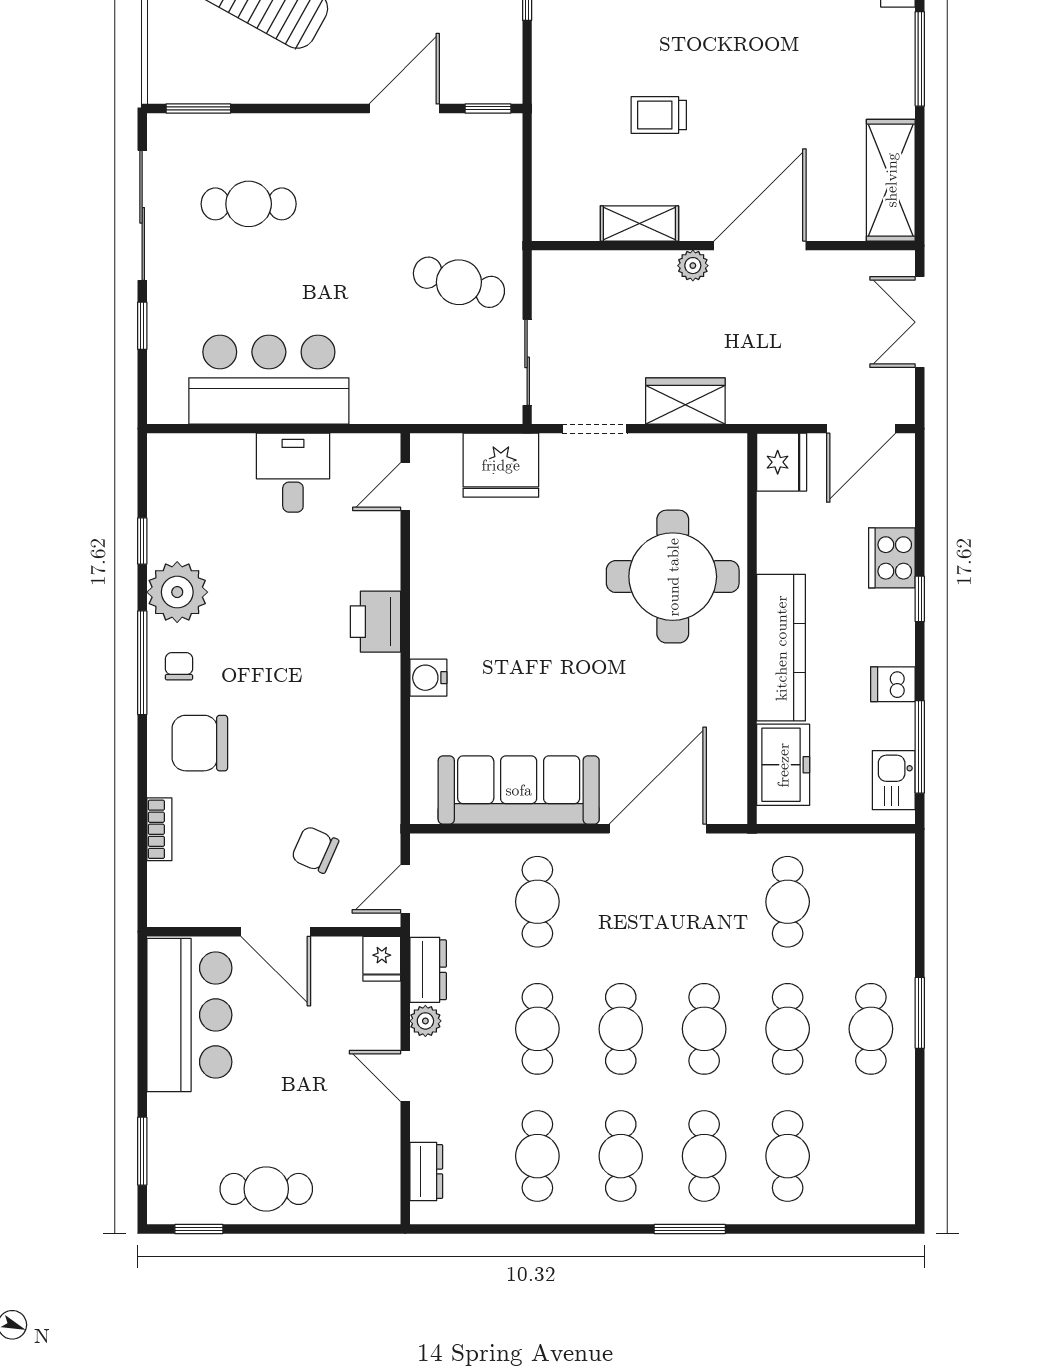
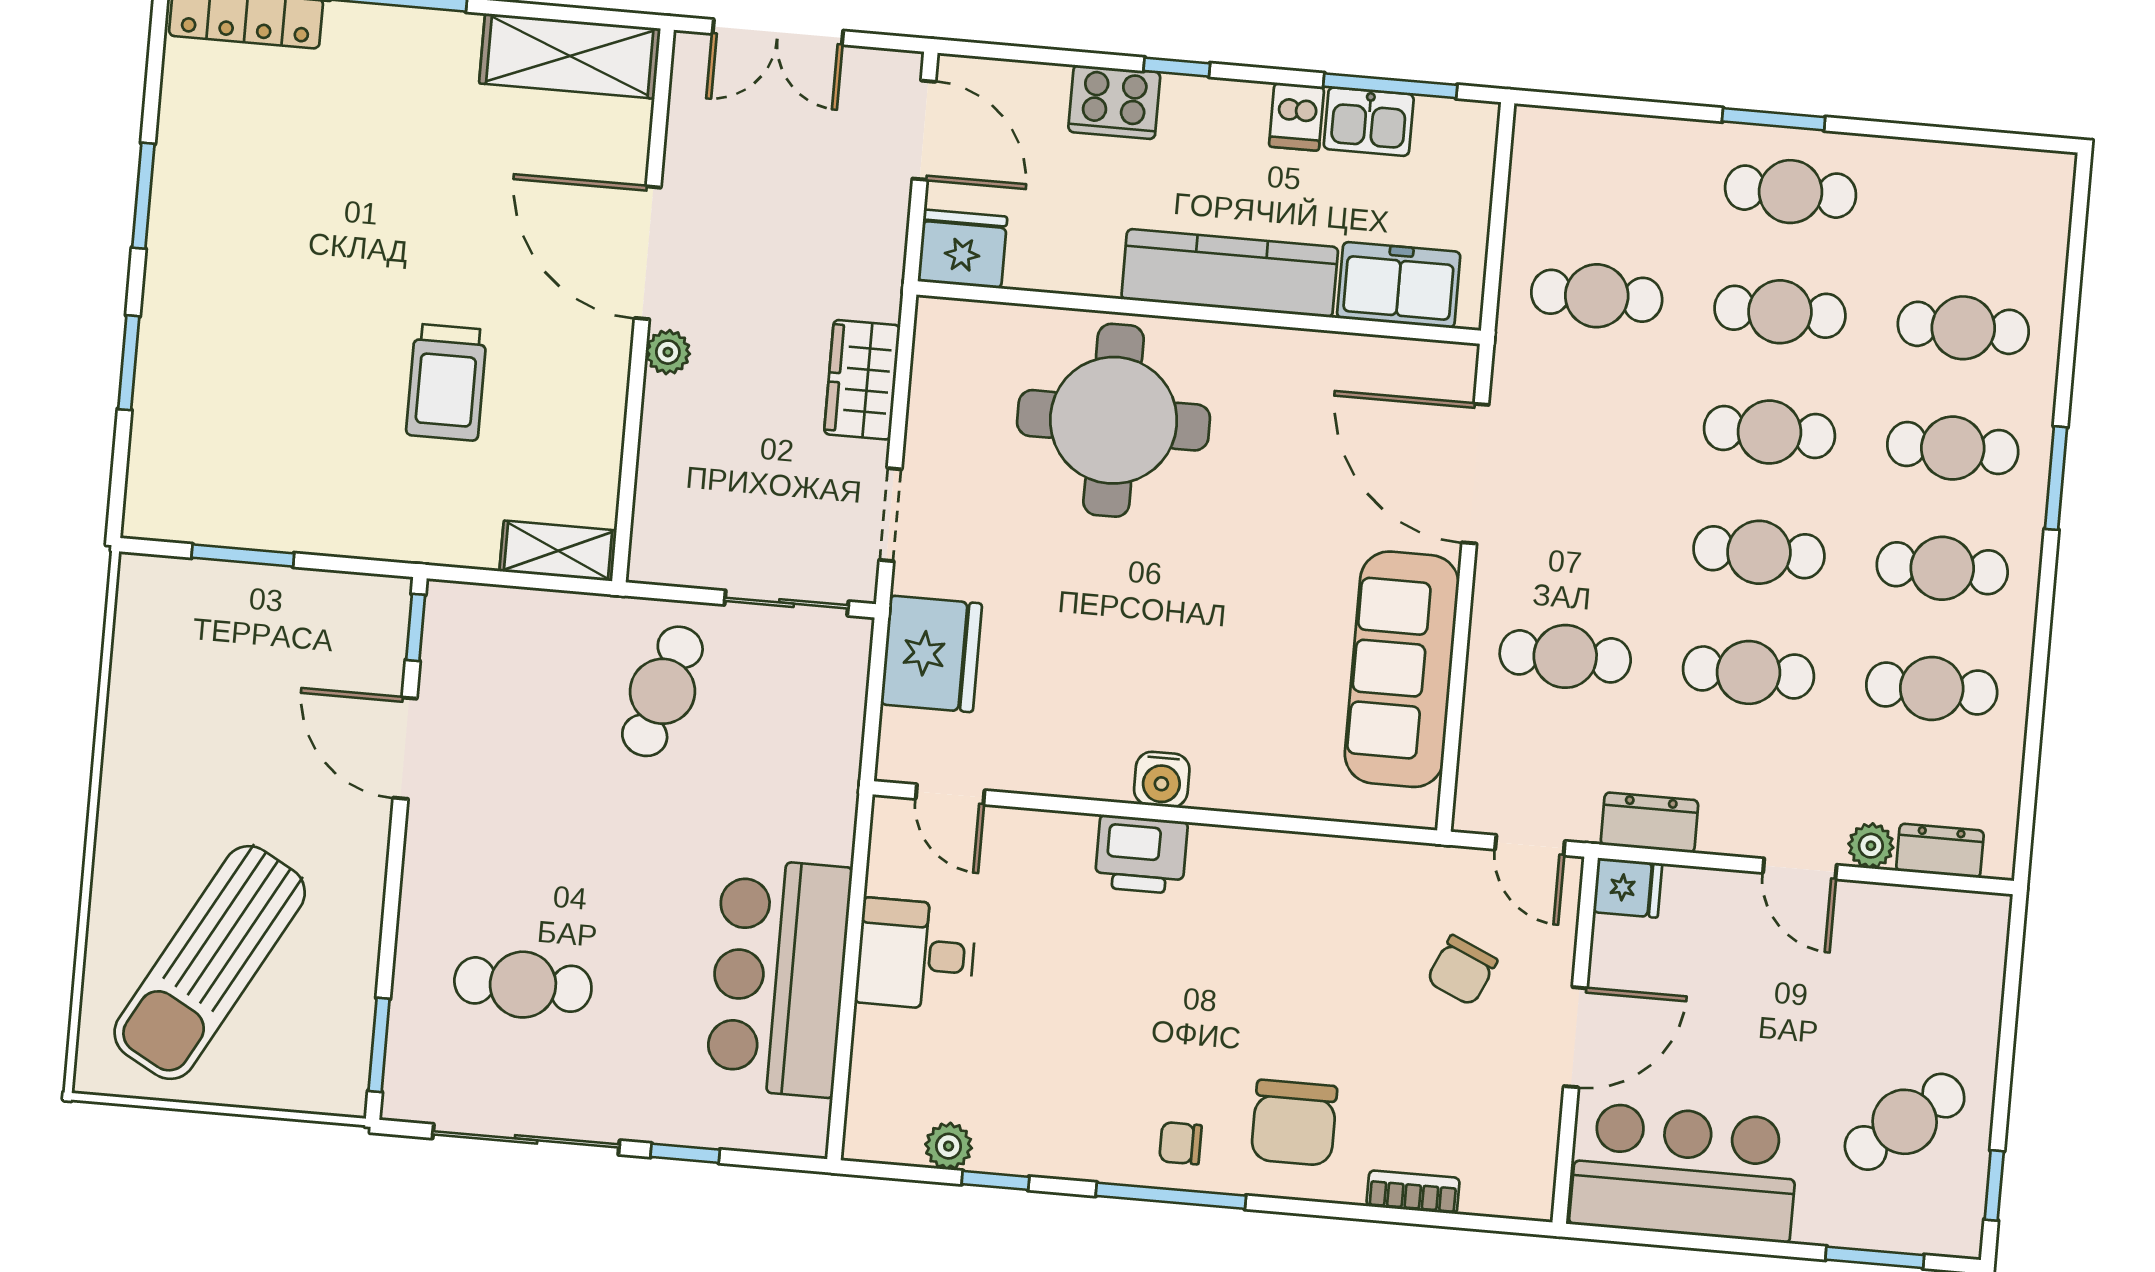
trolley: (659, 115) -> (447, 382), width x1.36, depth x1.39
cafe table: (249, 204) -> (523, 985), turned 90
shelving: (639, 223) -> (558, 551), moved, turned 90
plant: (177, 592) -> (949, 1146), moved, width x0.53, depth x0.53
water cooler: (428, 678) -> (1162, 779), moved
kitchen sink: (894, 780) -> (1369, 122), moved
plant: (425, 1021) -> (1871, 846), moved
door: (405, 1076) -> (1800, 869), hinge flipped
cafe table: (266, 1189) -> (1905, 1122), moved, turned 51

